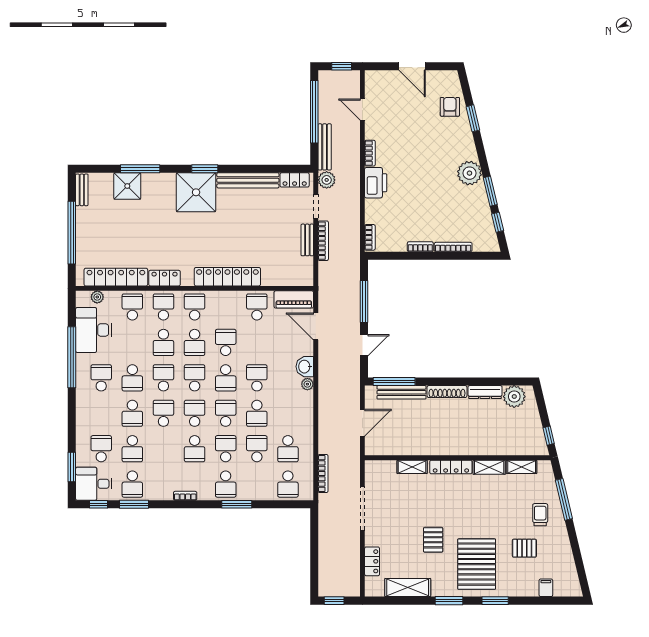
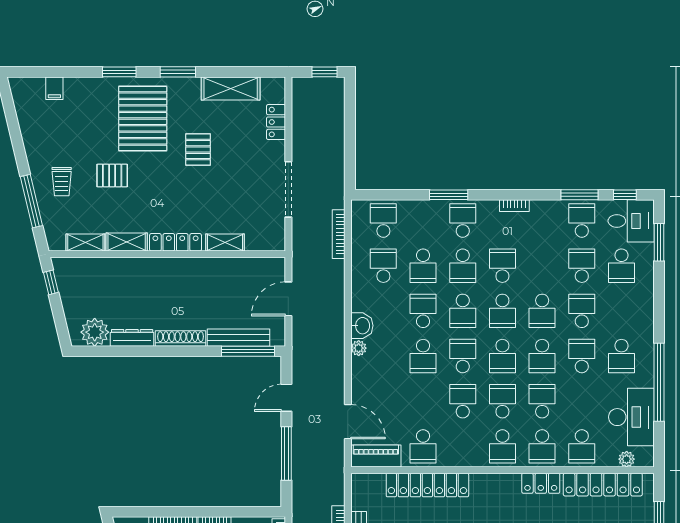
locker: (227, 277) -> (427, 485), moved
school desk: (226, 342) -> (463, 401), turned 180
washbasin: (305, 367) -> (362, 326), moved
pallet: (524, 548) -> (112, 176), moved

